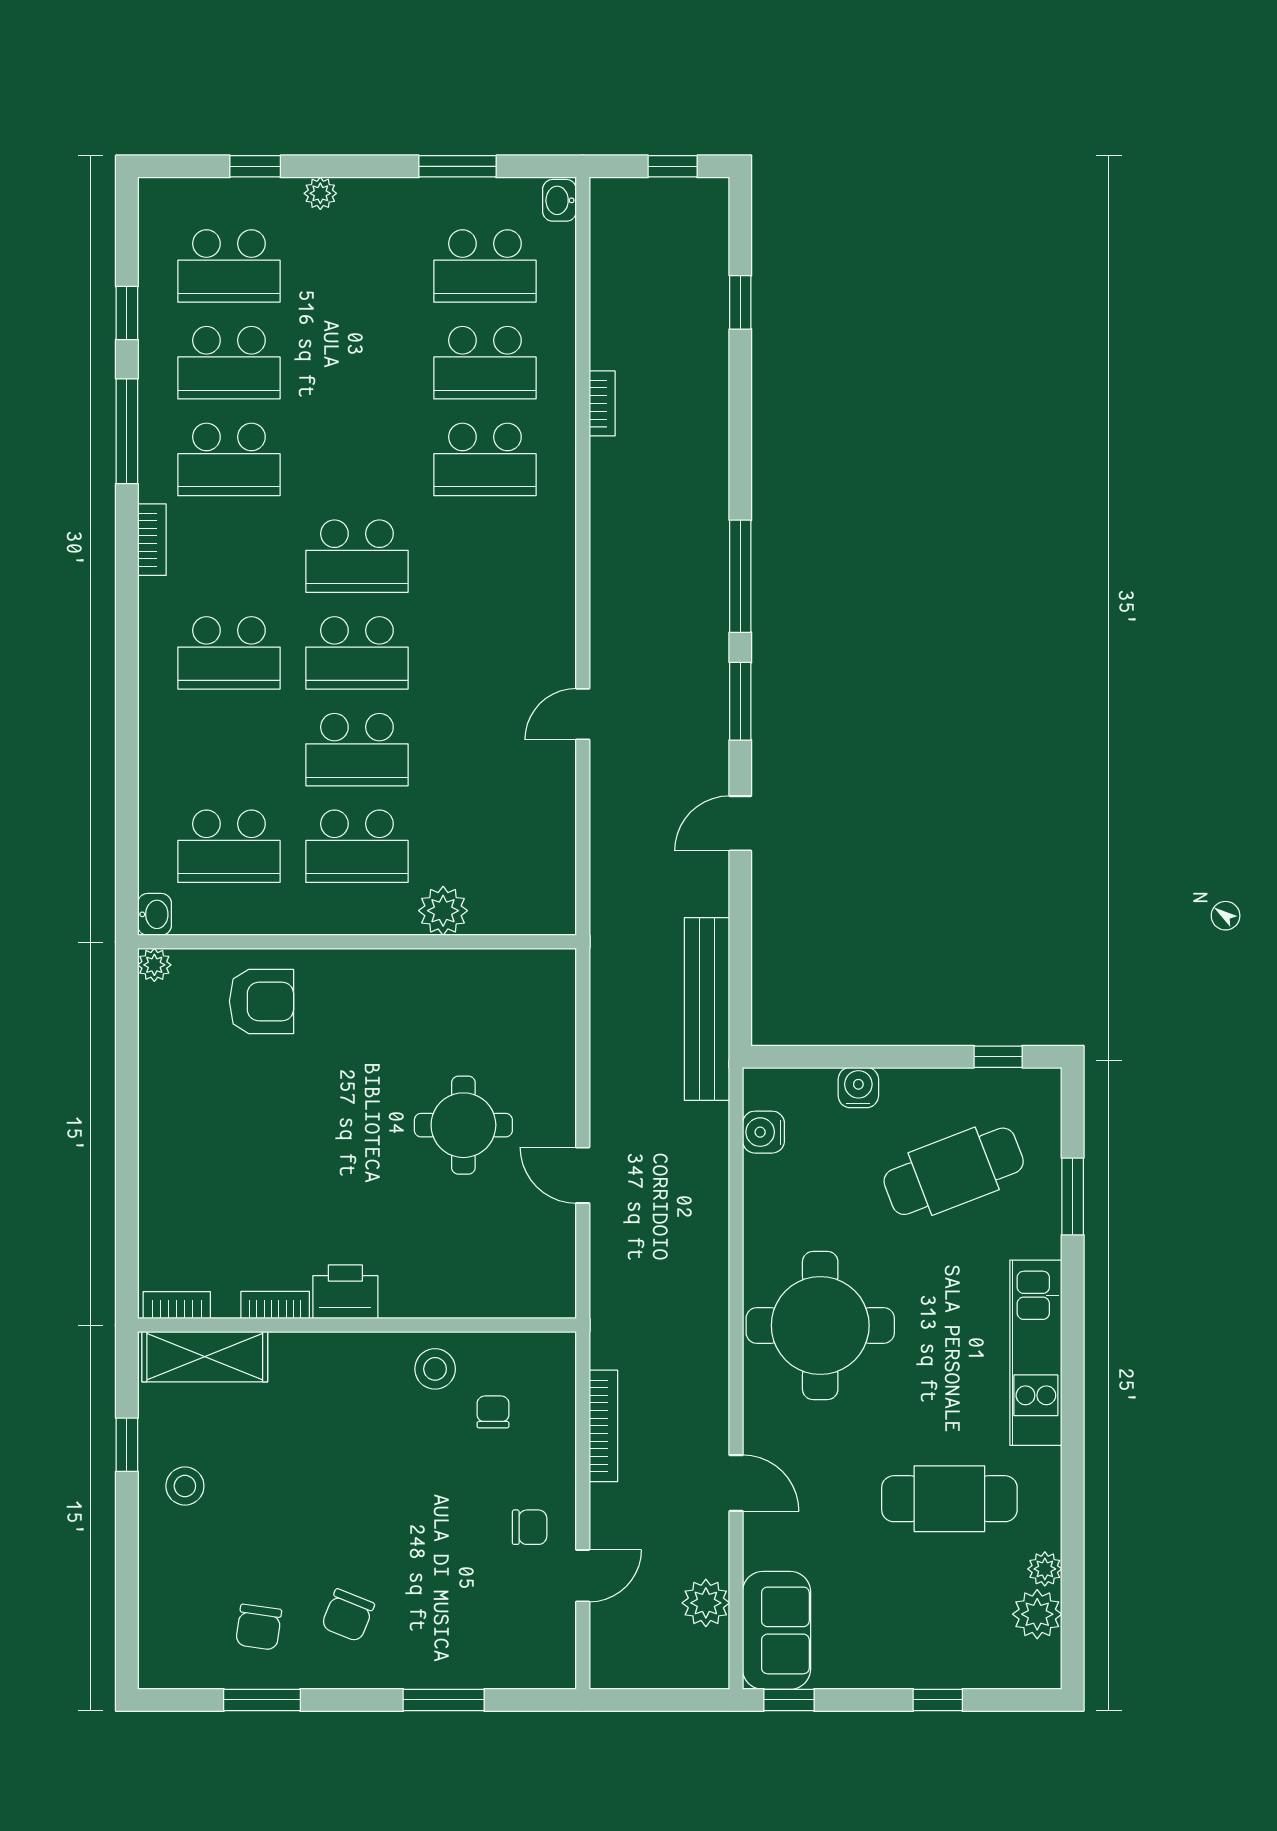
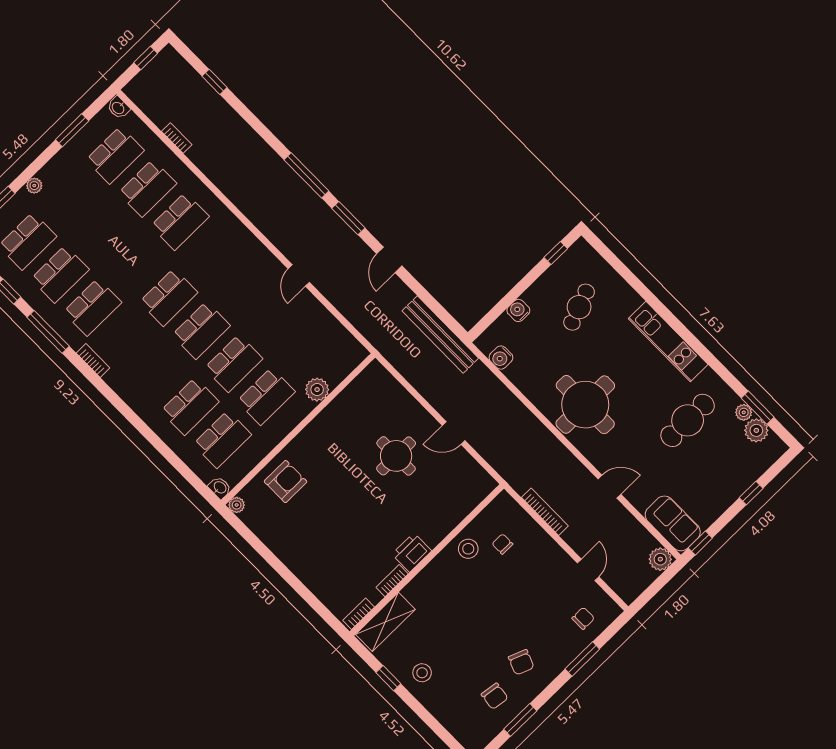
bookcase: (602, 403) -> (177, 138), moved
school desk: (229, 653) -> (190, 406), moved
cafe table: (954, 1171) -> (579, 307), width x0.73, depth x0.74
window: (1073, 1196) -> (758, 408), moved
chair: (530, 1527) -> (583, 618), moved
plant: (706, 1603) -> (660, 559), moved

